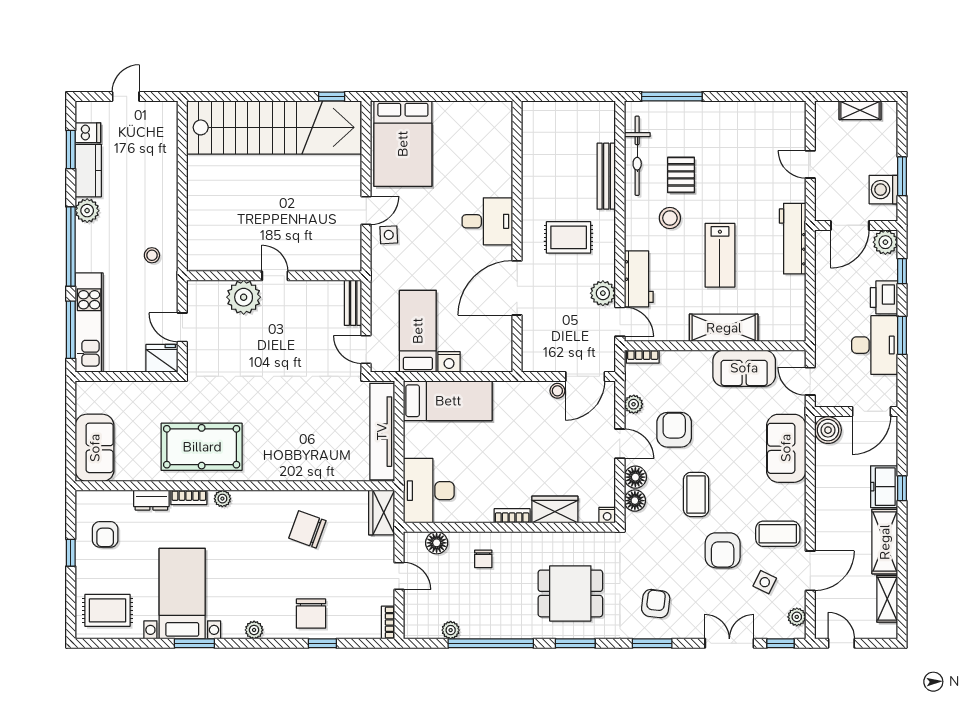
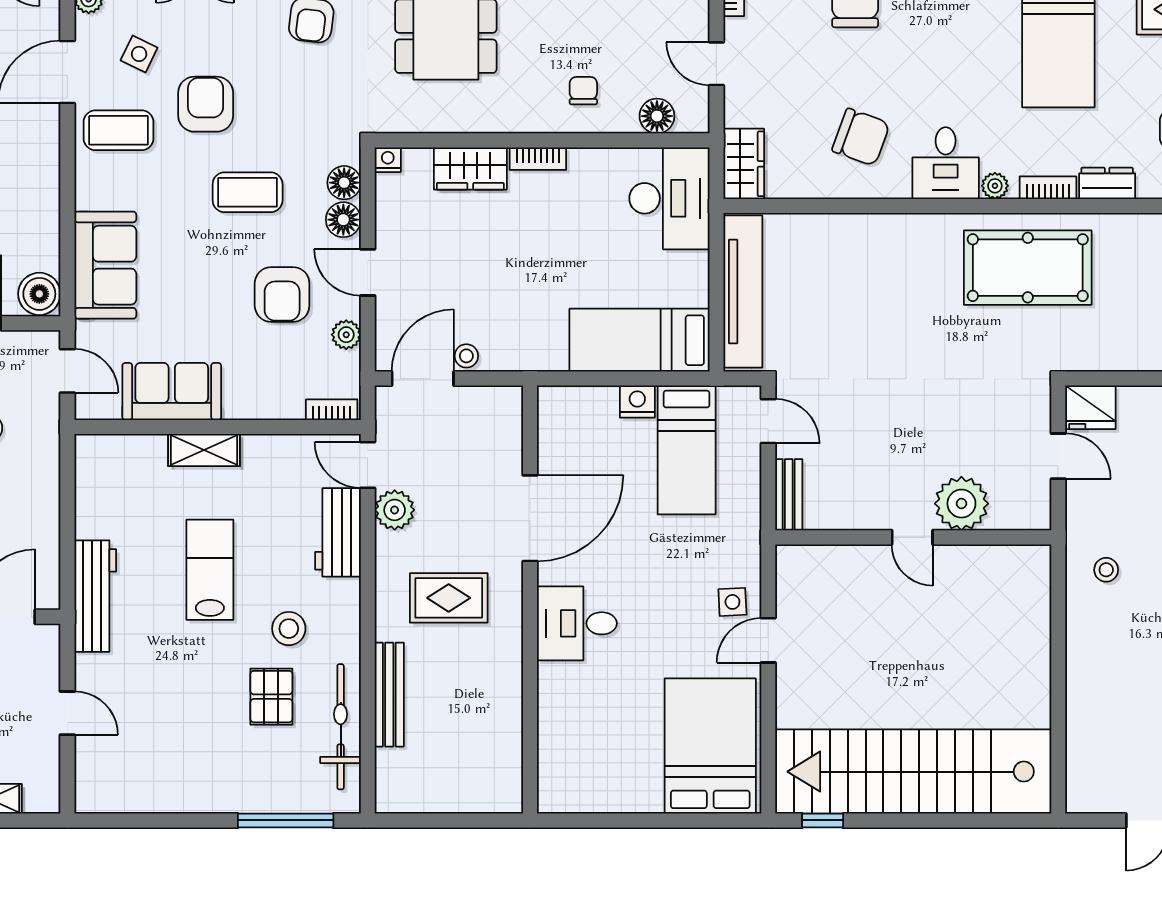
shelving: (724, 328) -> (204, 450), width x0.67, depth x0.75
coffee table: (696, 494) -> (248, 192), turned 90
desk: (254, 513) -> (946, 163), added

